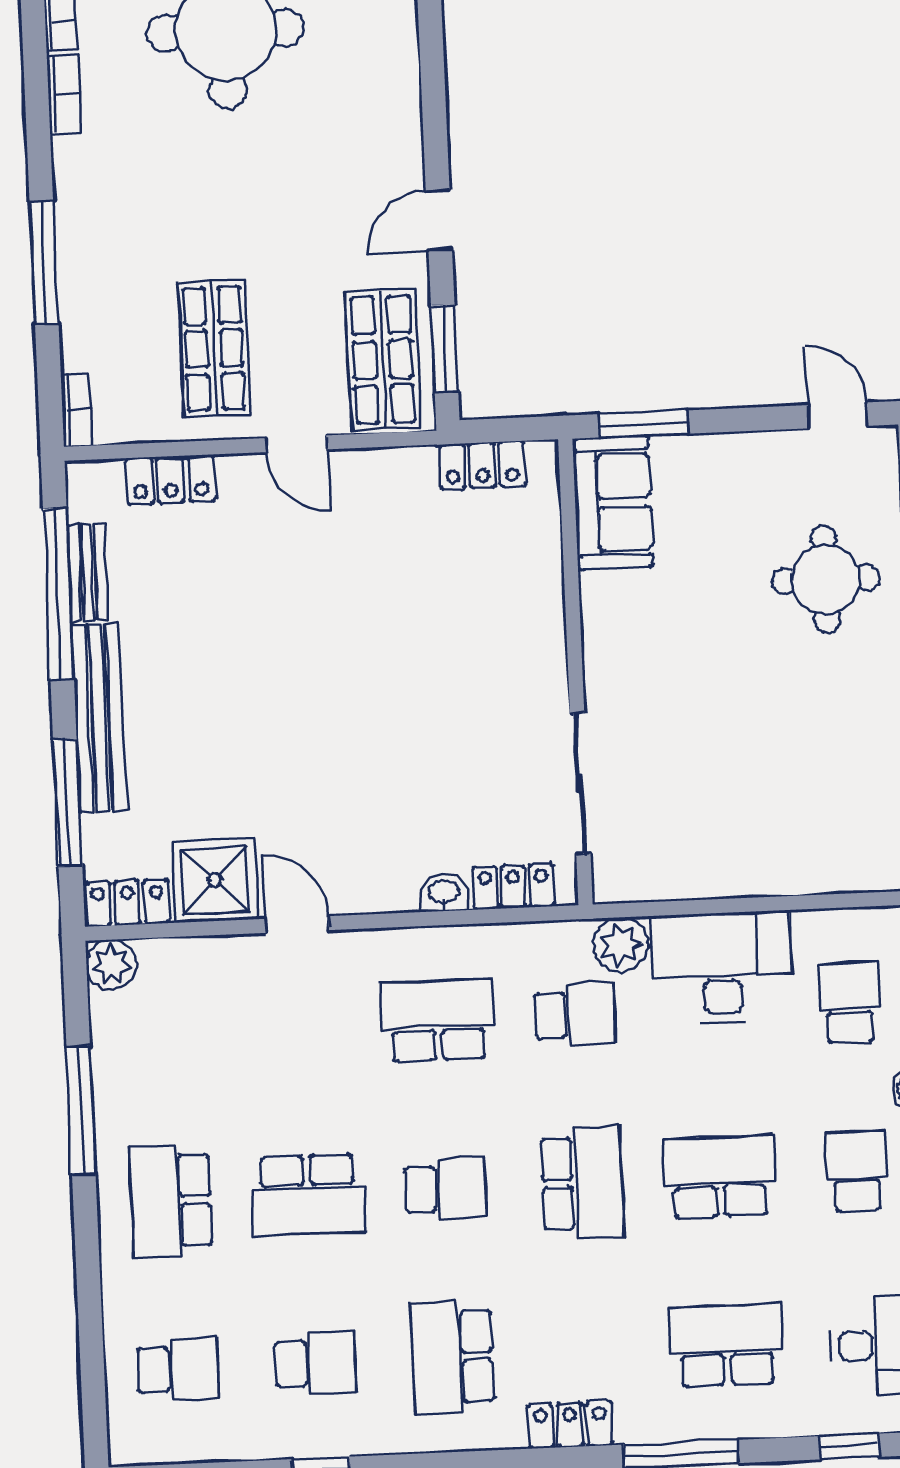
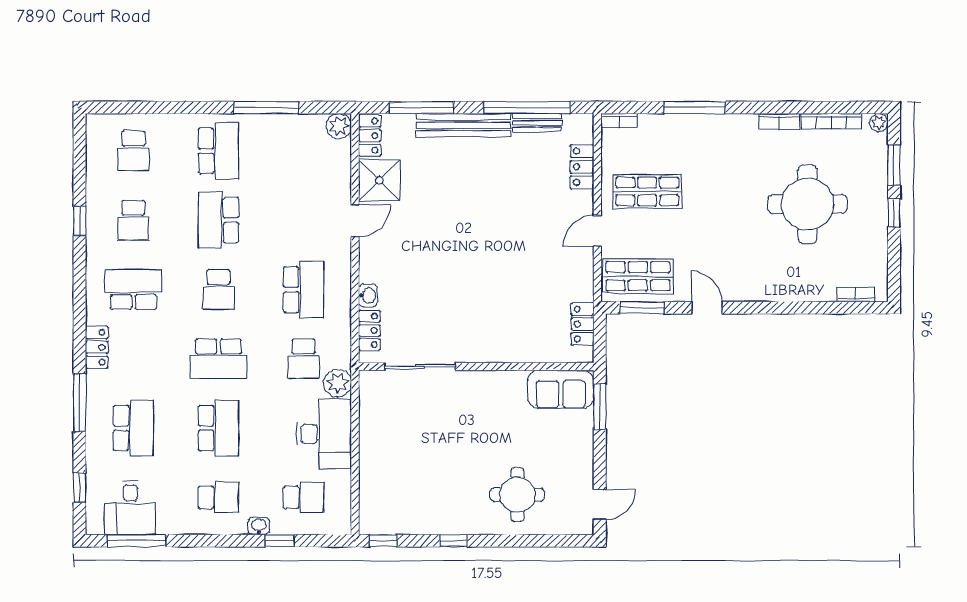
school desk: (171, 1201) -> (218, 151), turned 90

